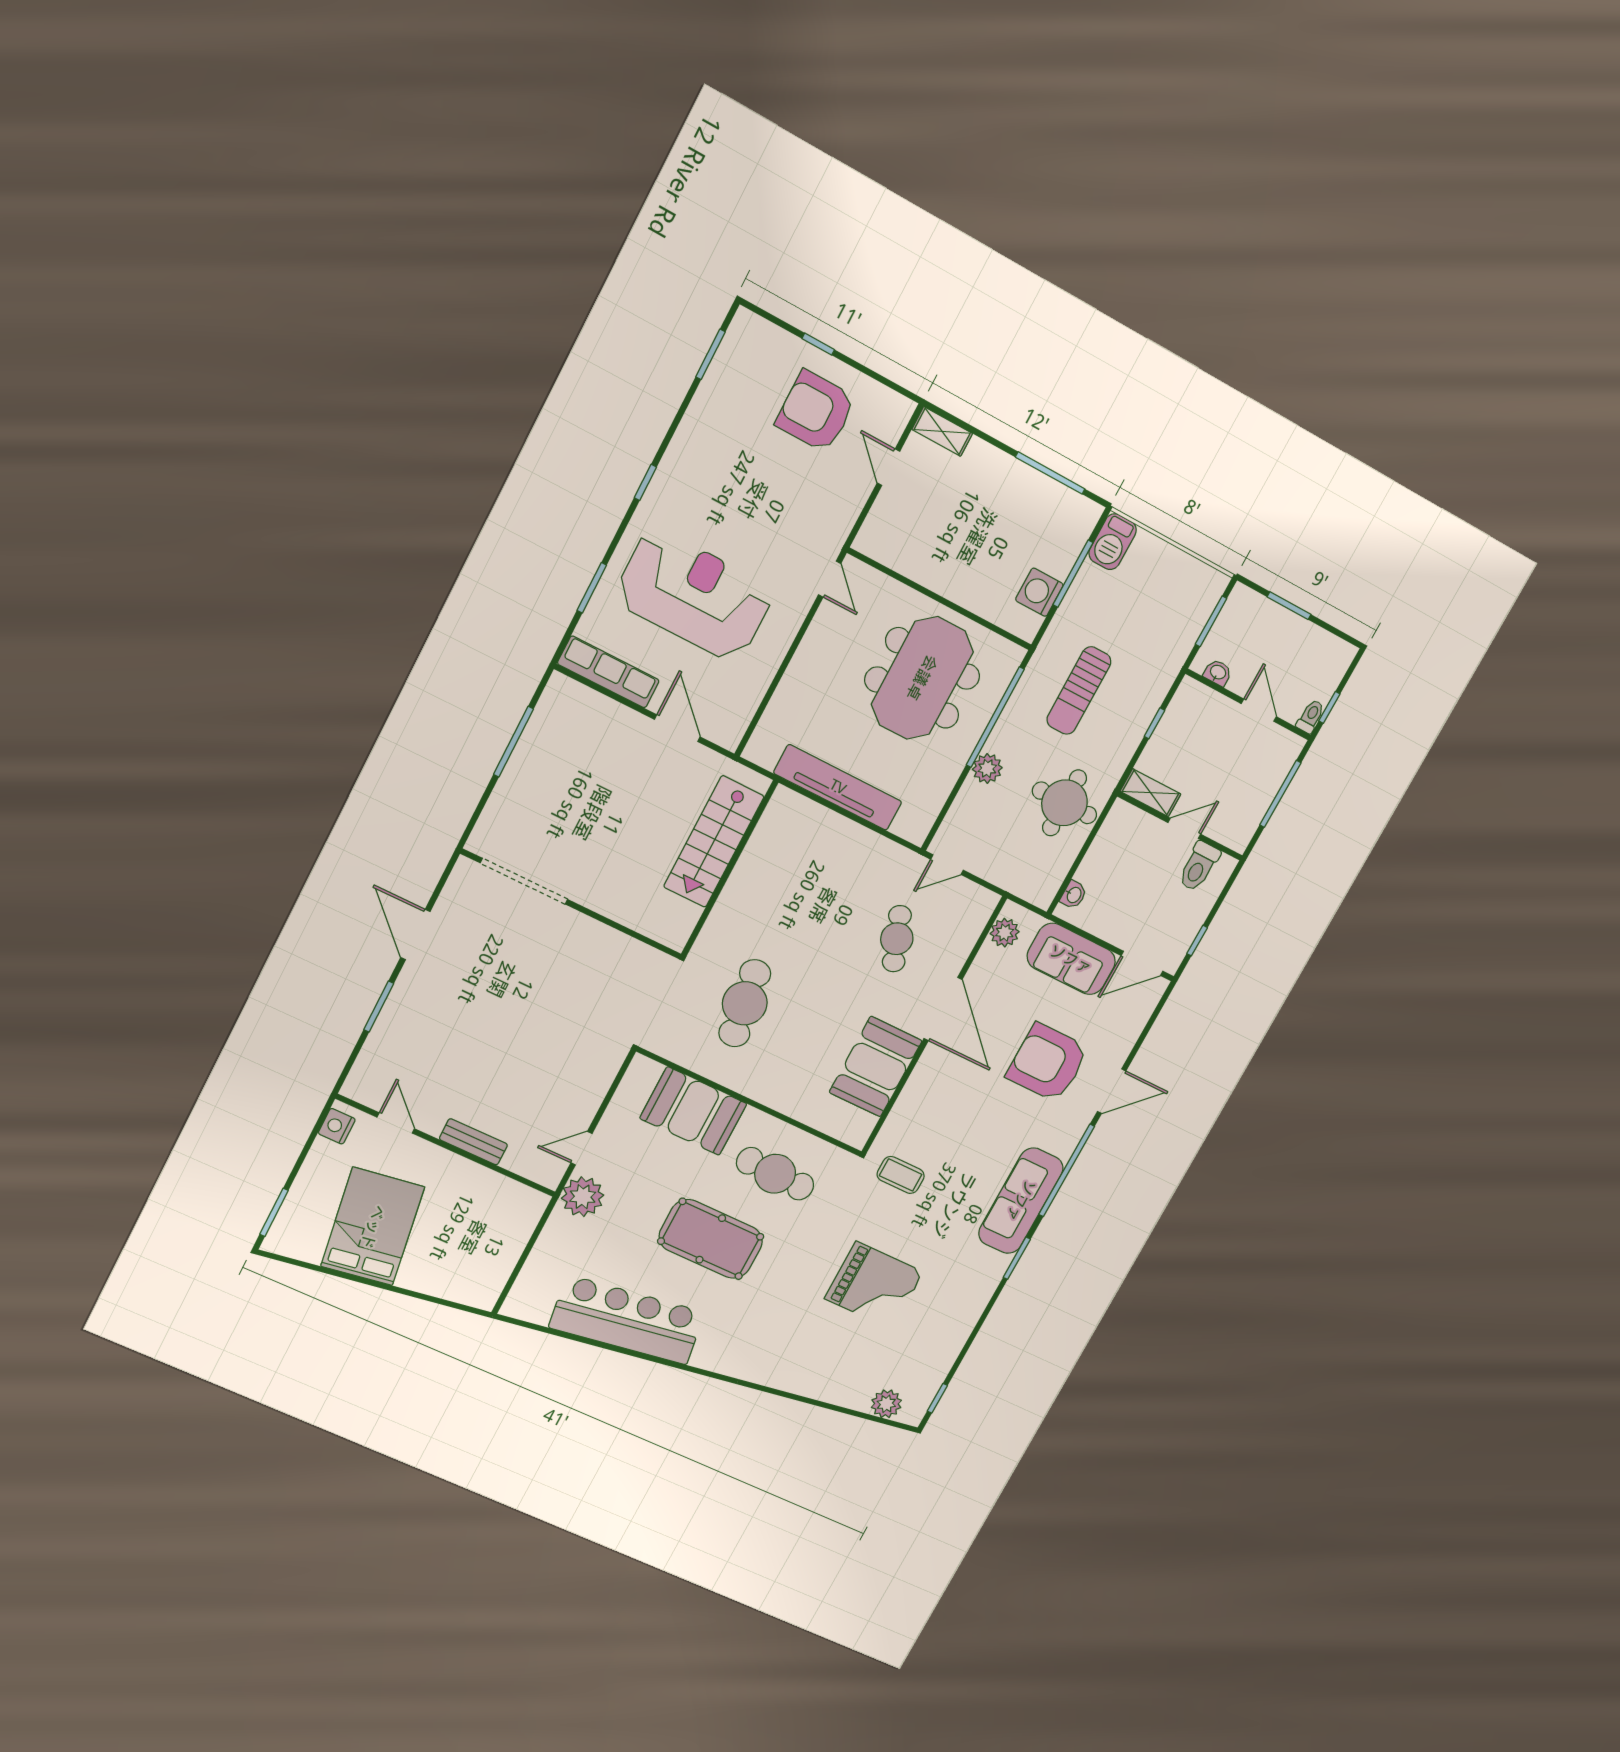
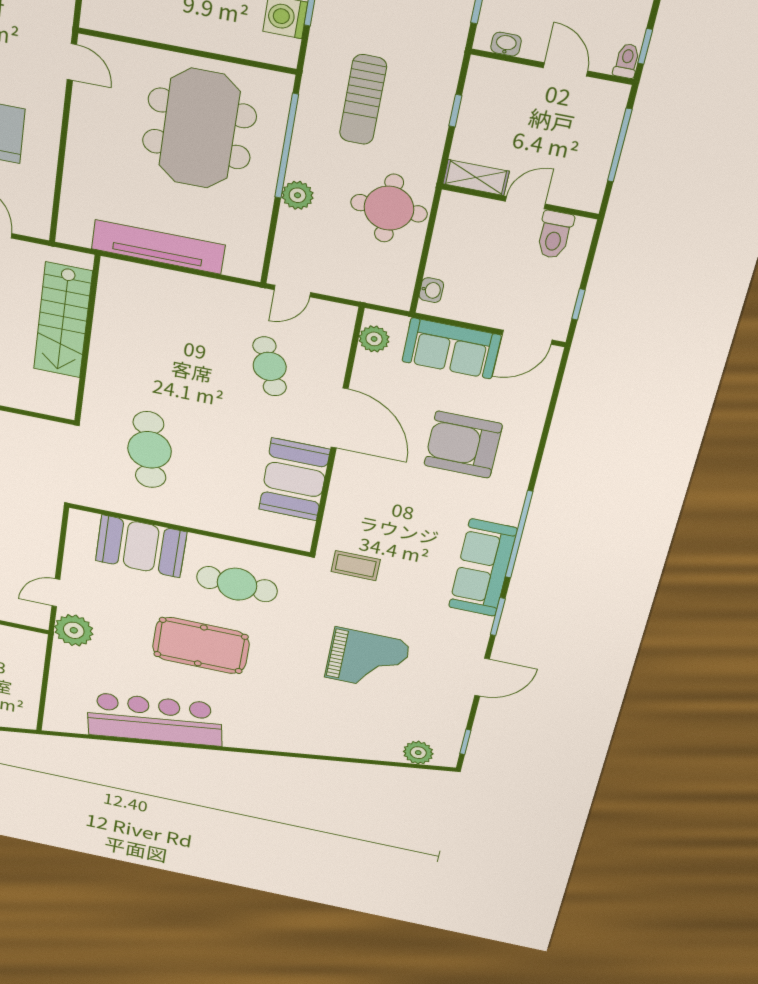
door: (1112, 1091) -> (482, 677), moved

